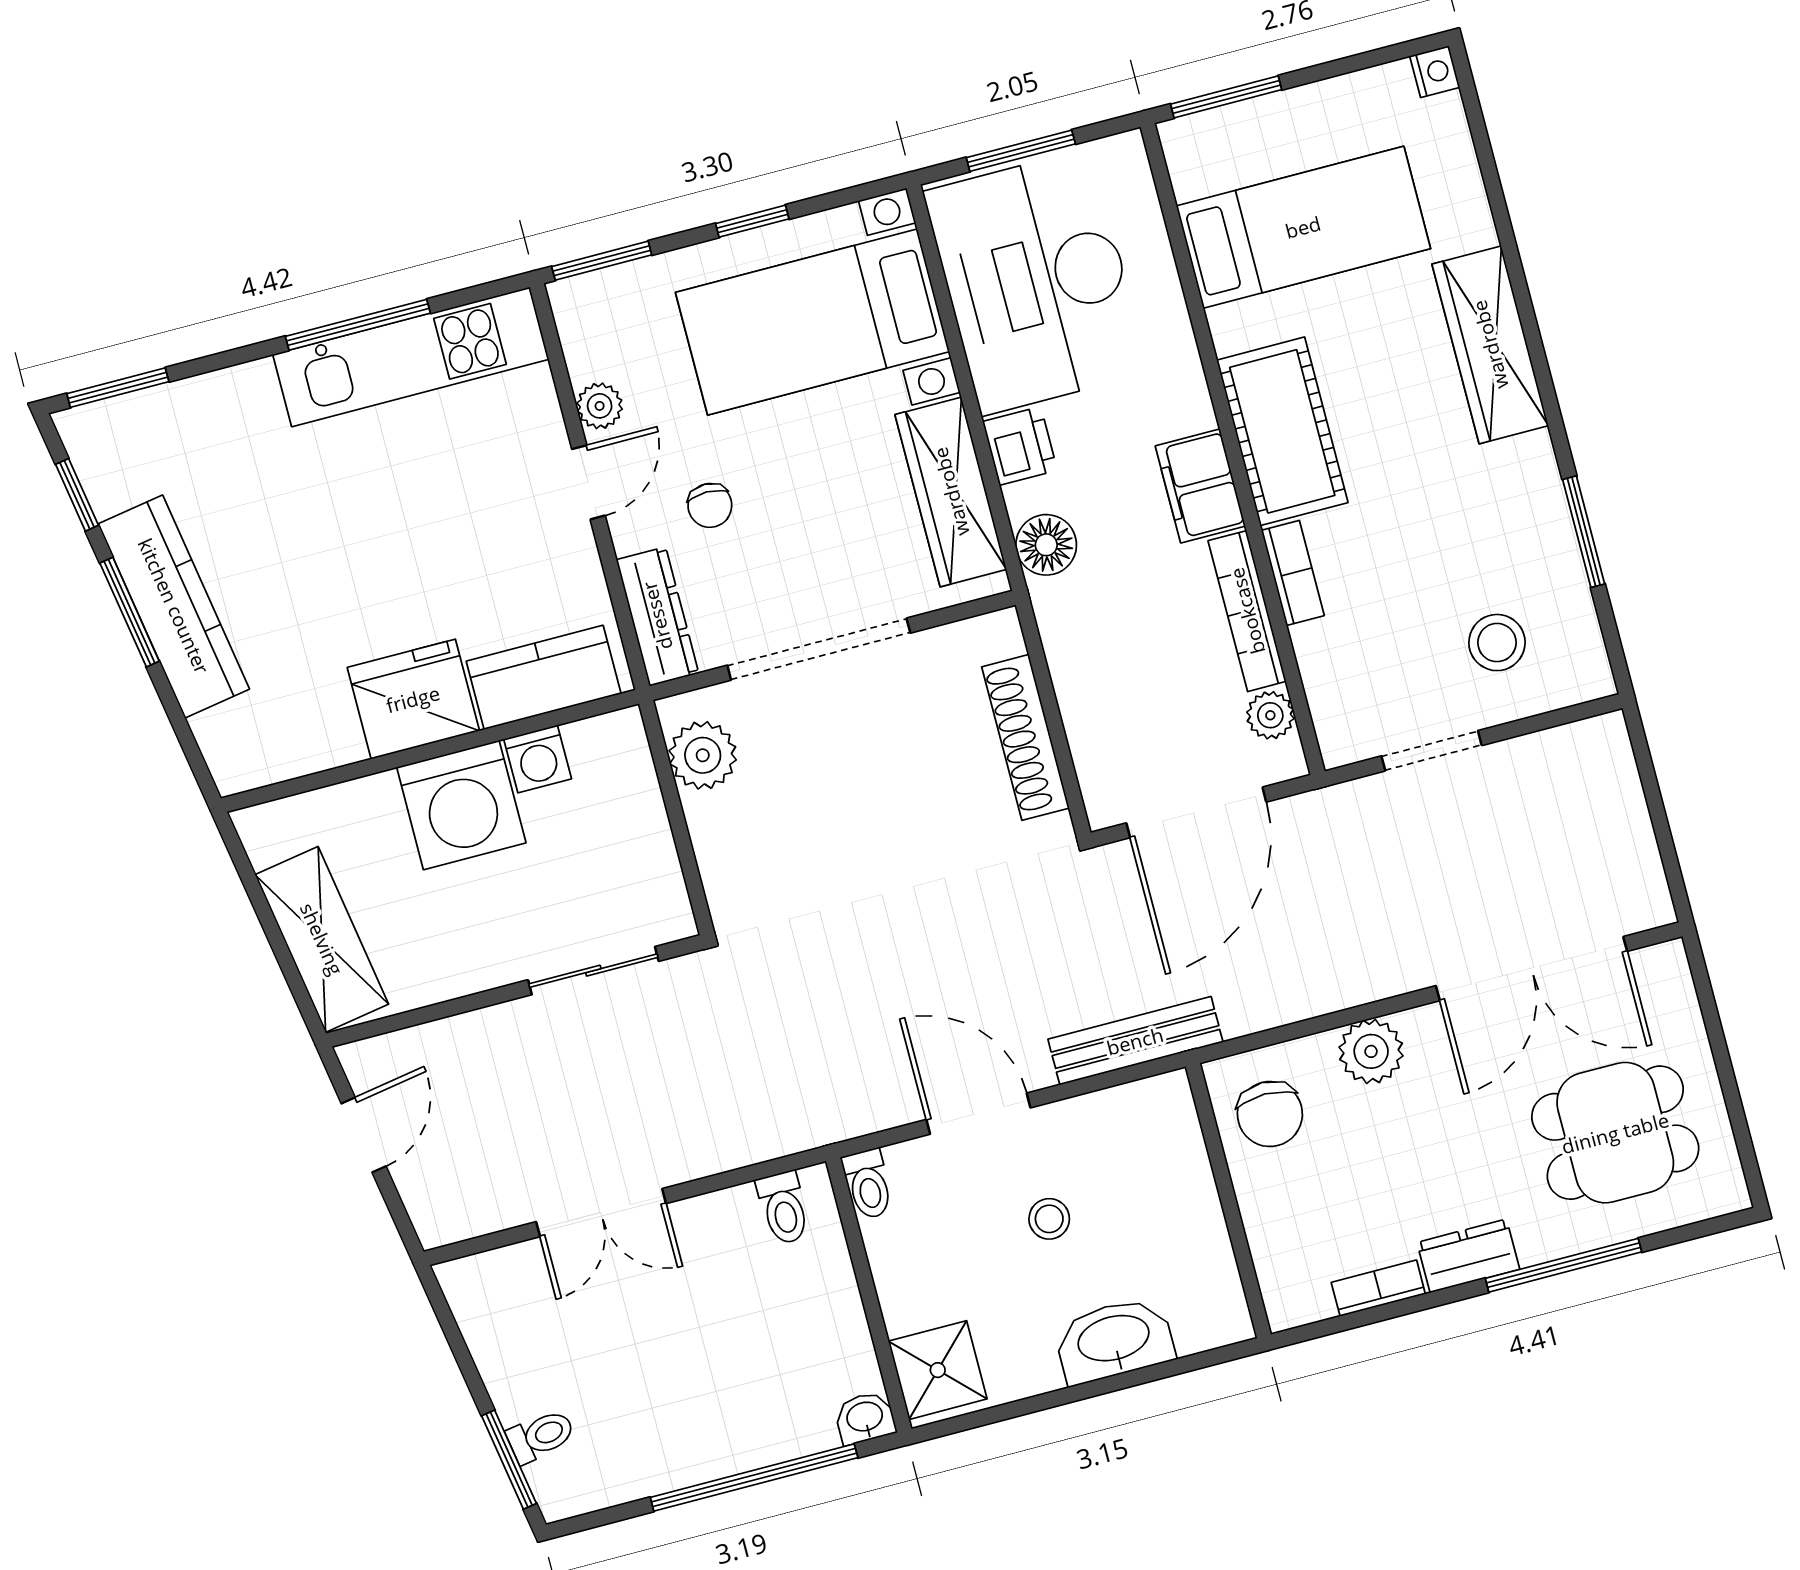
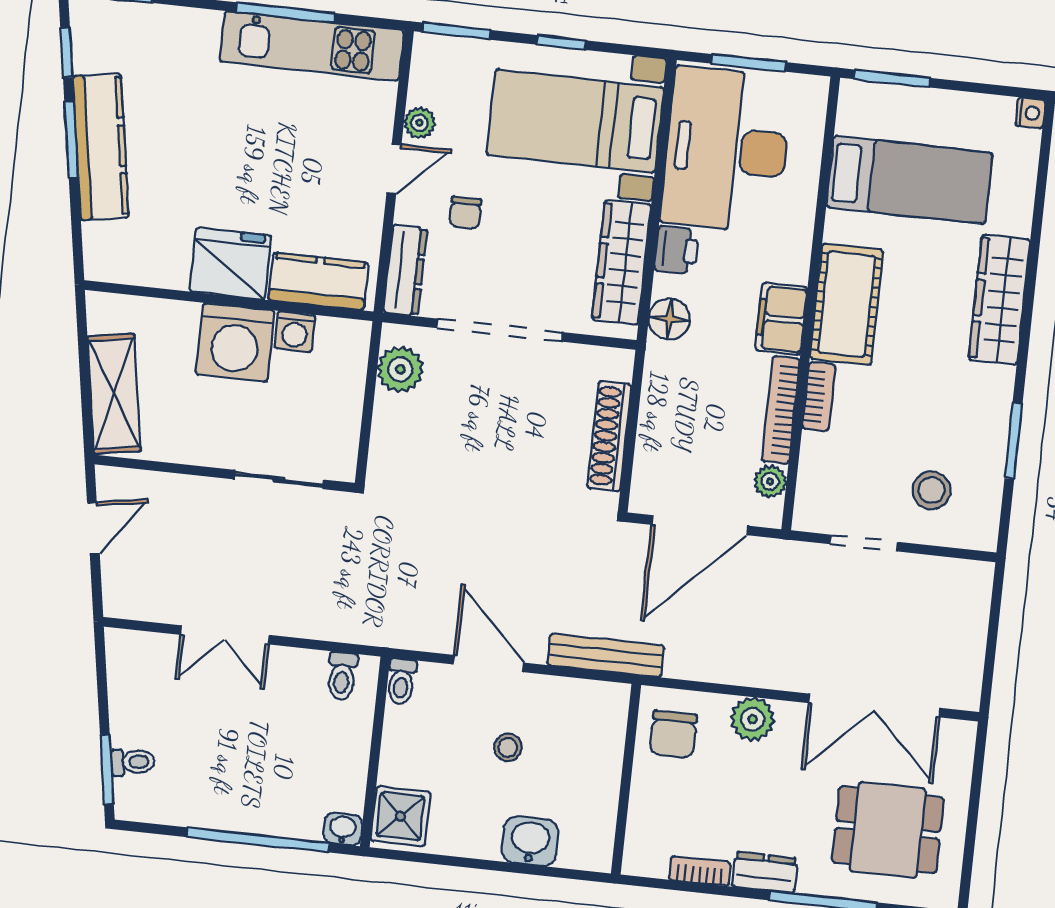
washbasin: (1114, 1340) -> (530, 841), width x0.72

